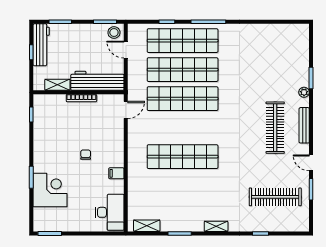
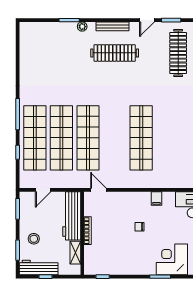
stool: (114, 32) -> (34, 239), moved

